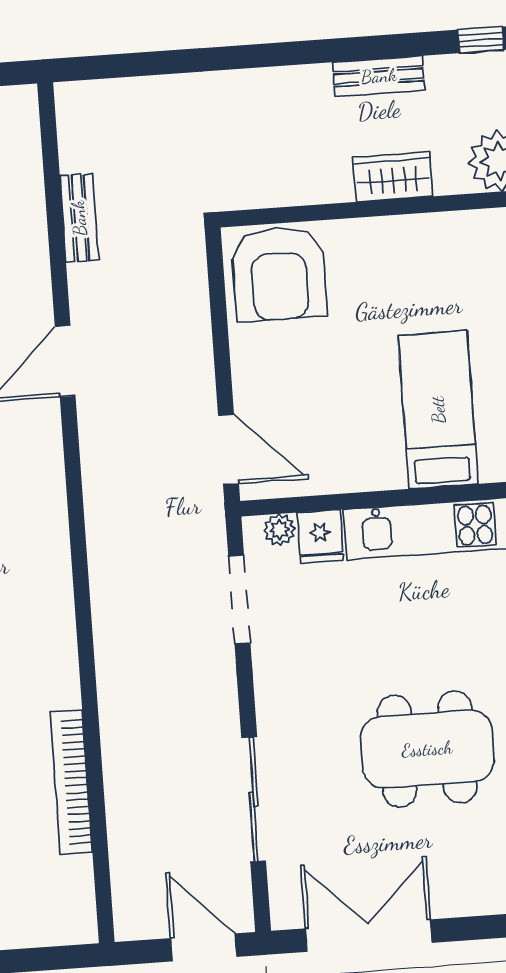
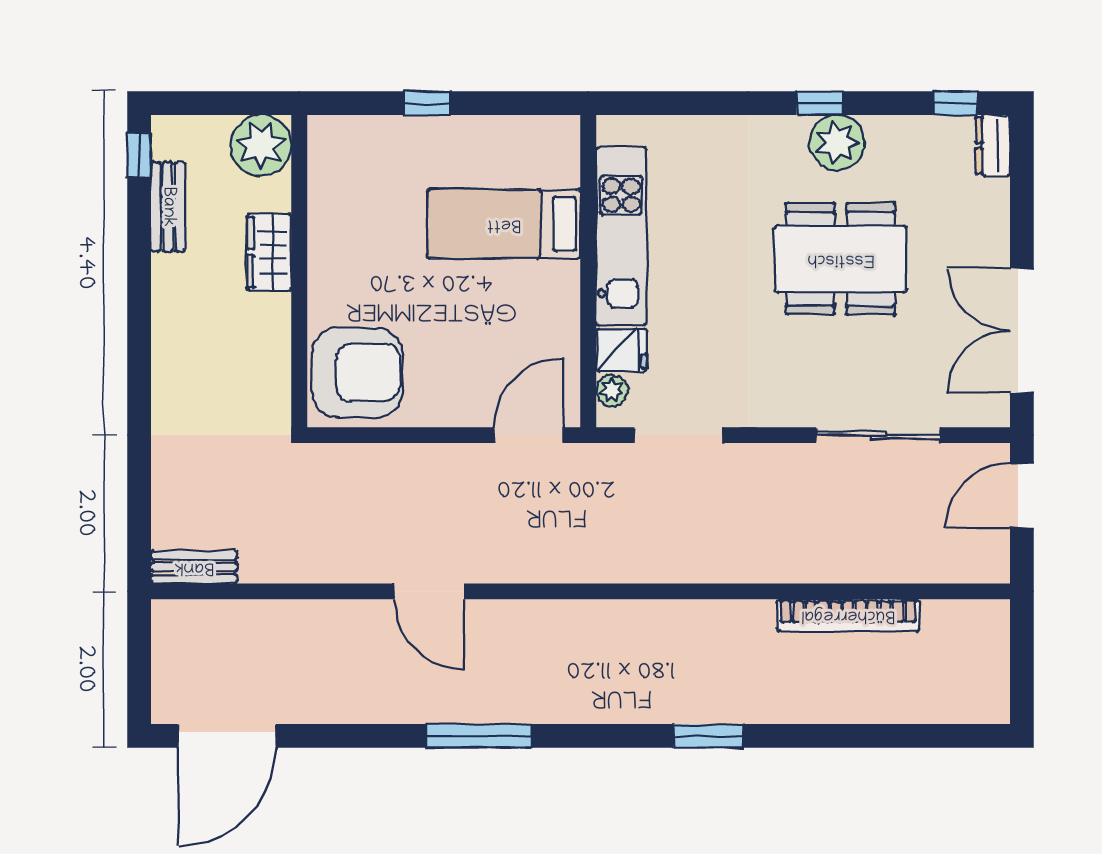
bench: (379, 76) -> (168, 207), moved
bench: (79, 218) -> (194, 567), moved
dining table: (427, 749) -> (841, 259), turned 90

